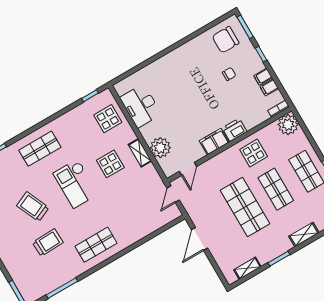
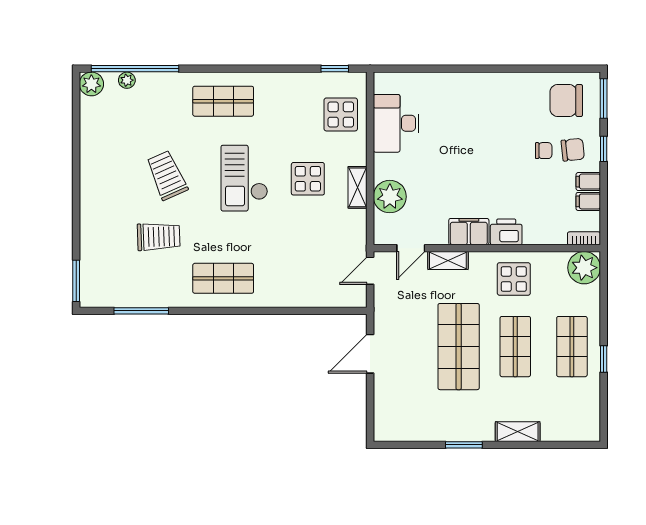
chair: (245, 64) -> (573, 150), added
shelving: (247, 268) -> (448, 260), moved

